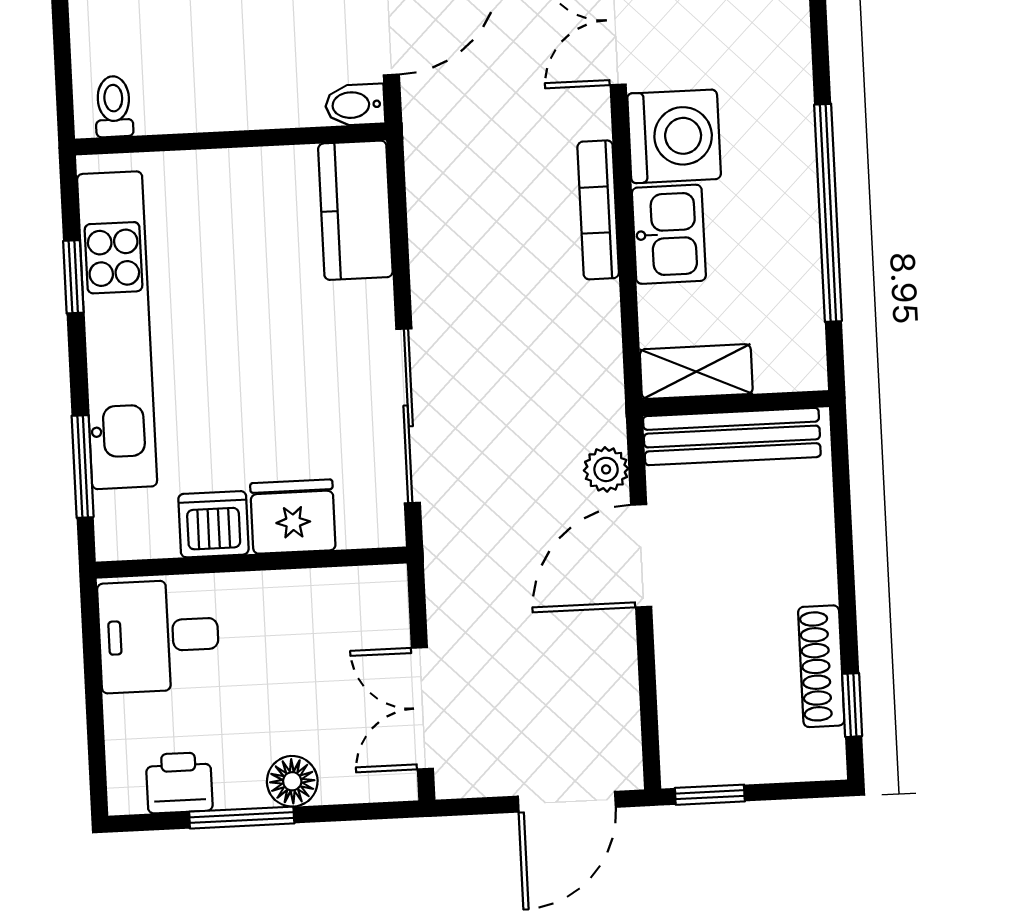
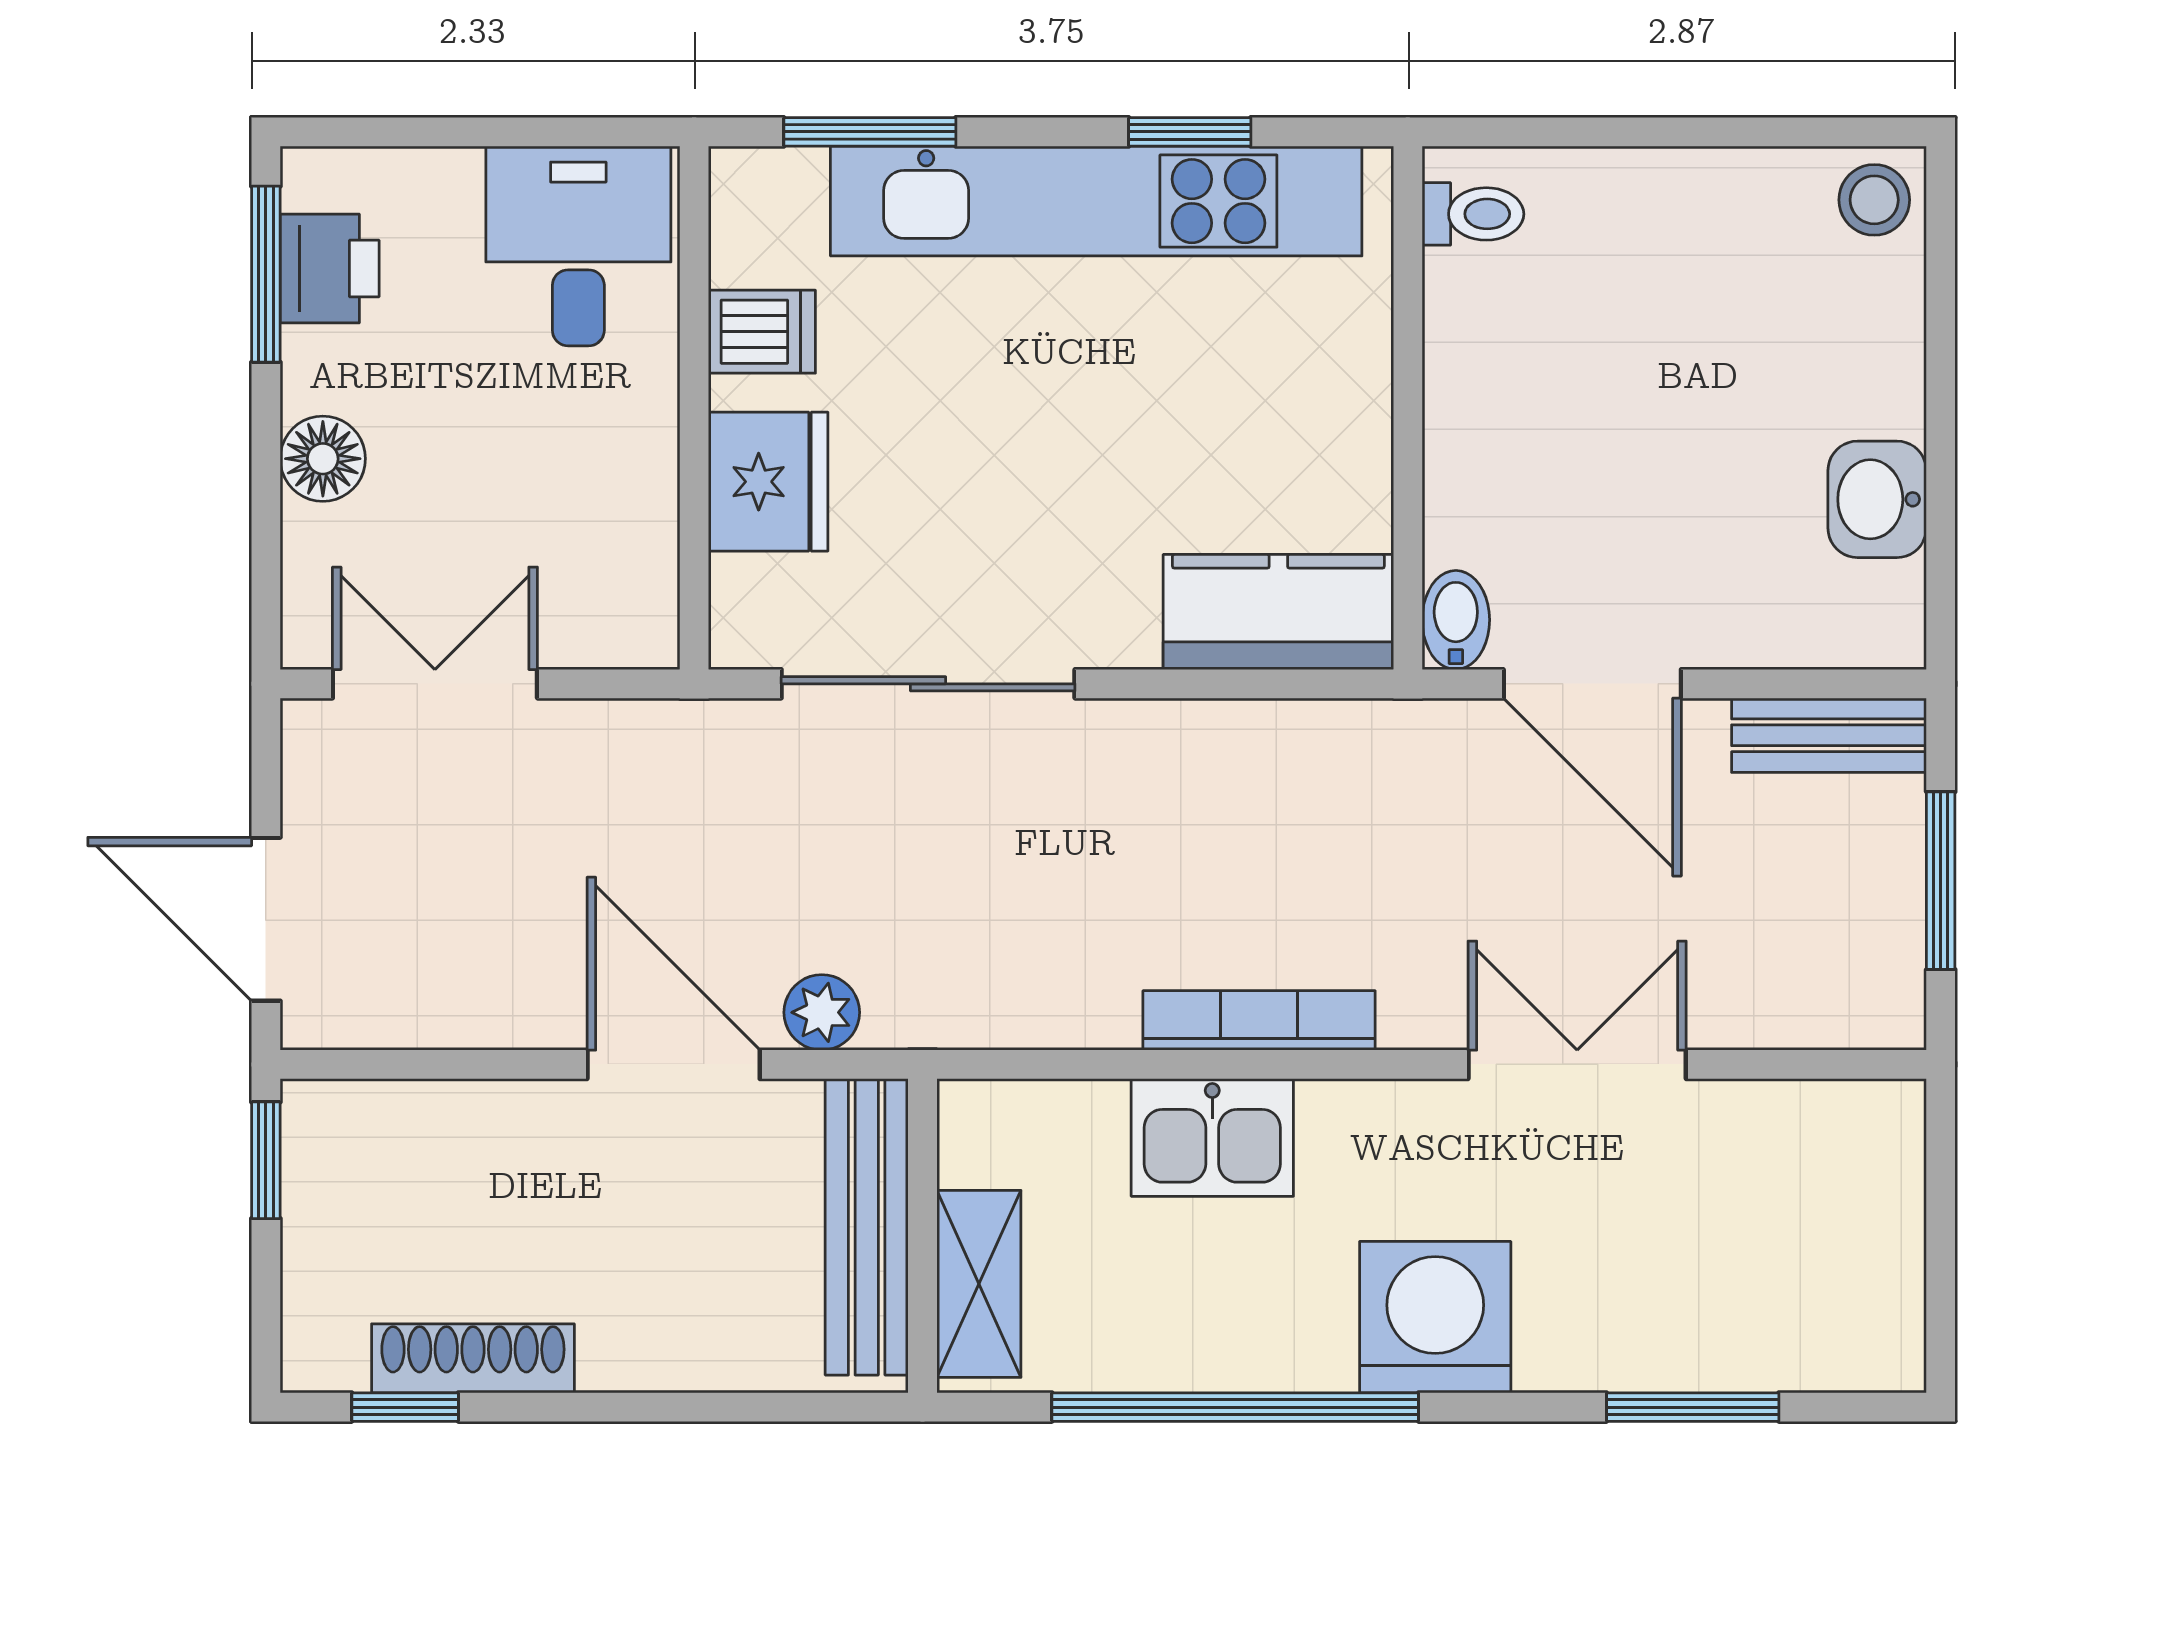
washing machine: (674, 136) -> (1435, 1317), moved, turned 180
shelving: (696, 372) -> (979, 1284), moved
dishwasher: (213, 524) -> (762, 332), width x0.73
window: (242, 818) -> (266, 274), moved

